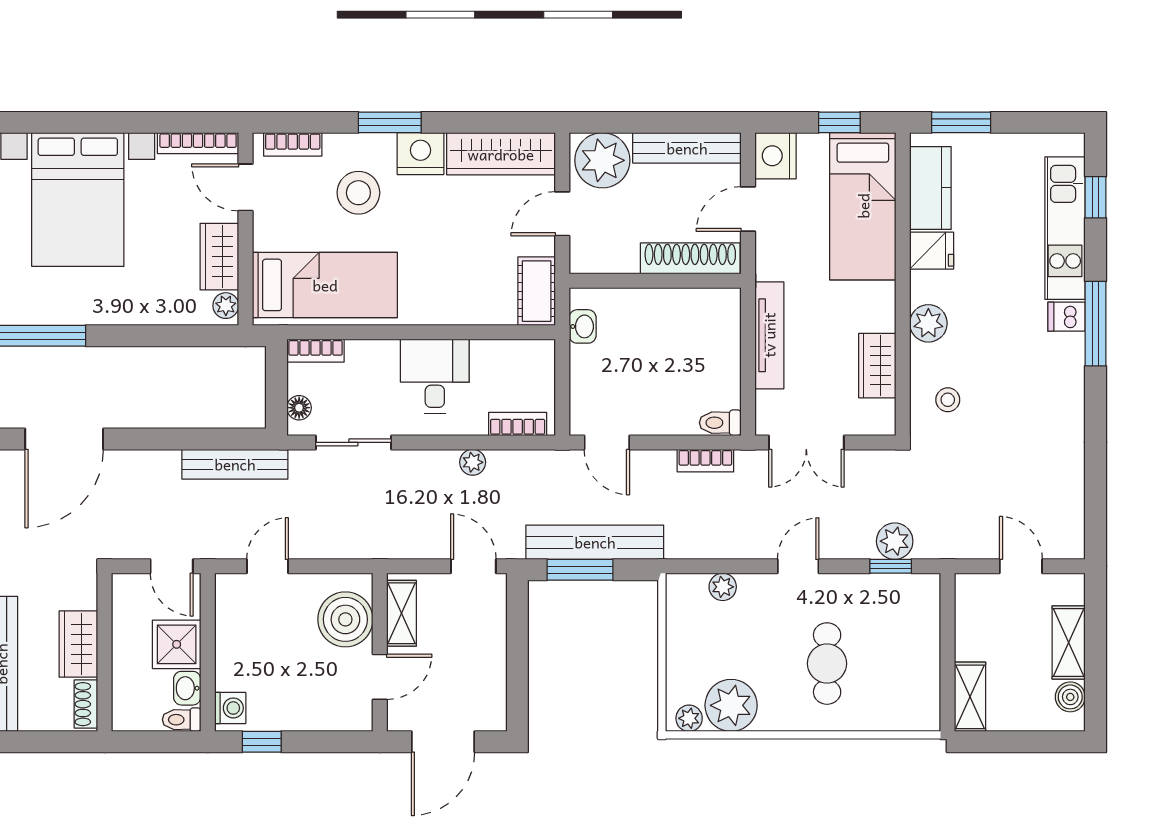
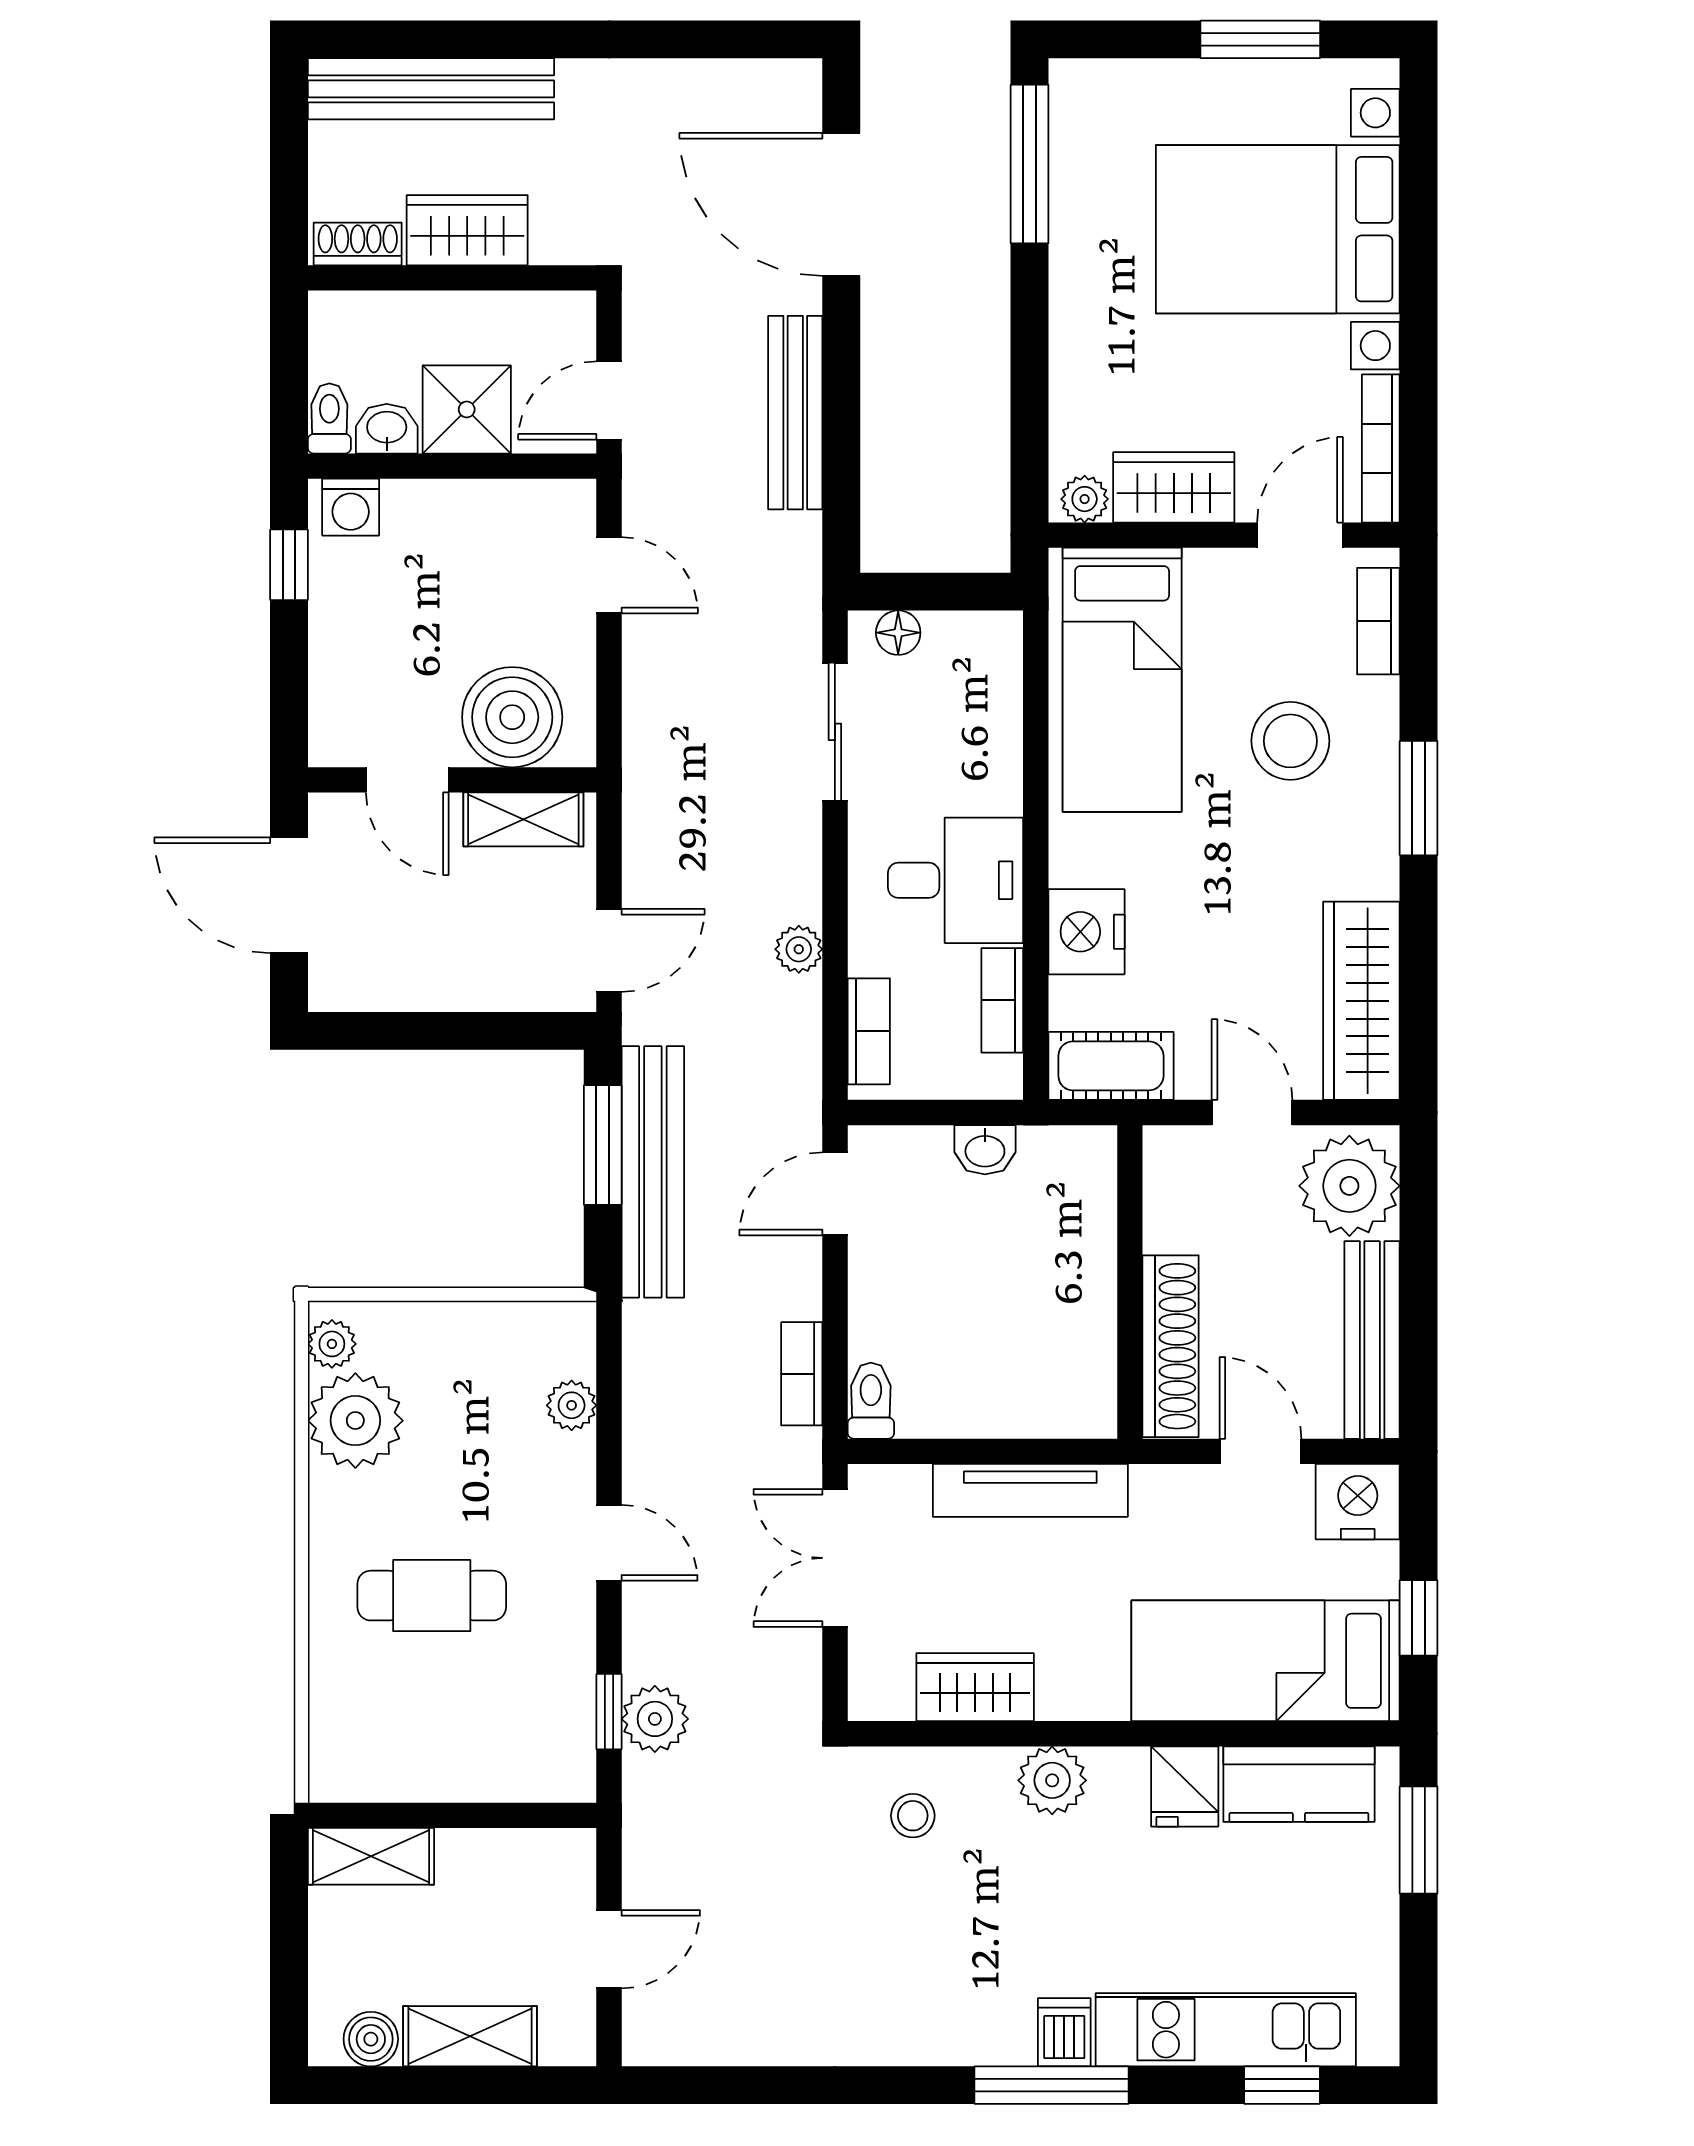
nightstand: (420, 154) -> (1086, 932), moved, turned 180
washbasin: (583, 326) -> (985, 1150), moved
bookcase: (315, 351) -> (1002, 1000), moved
bench: (235, 464) -> (795, 413), moved

